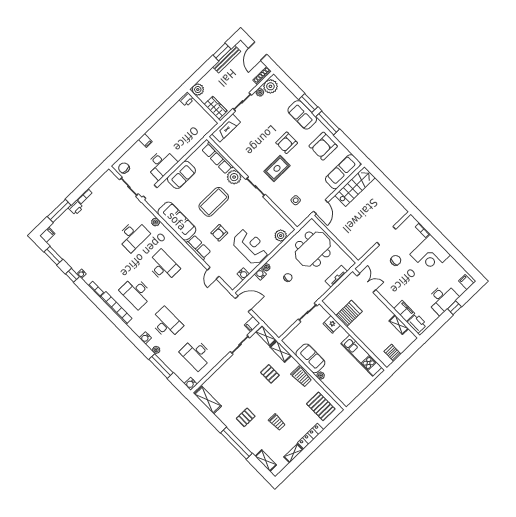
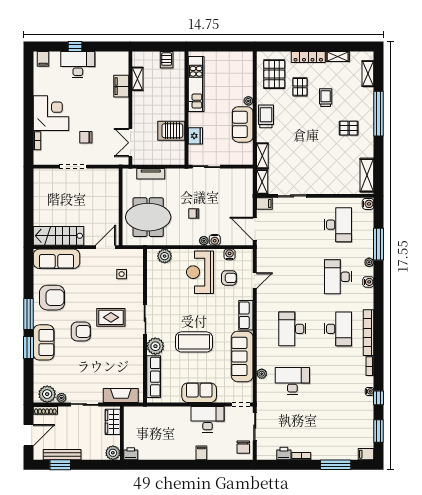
printer: (76, 208) -> (284, 454), moved
armchair: (219, 233) -> (229, 278), moved
printer: (417, 323) -> (121, 65), removed
pallet: (270, 374) -> (300, 87), moved

